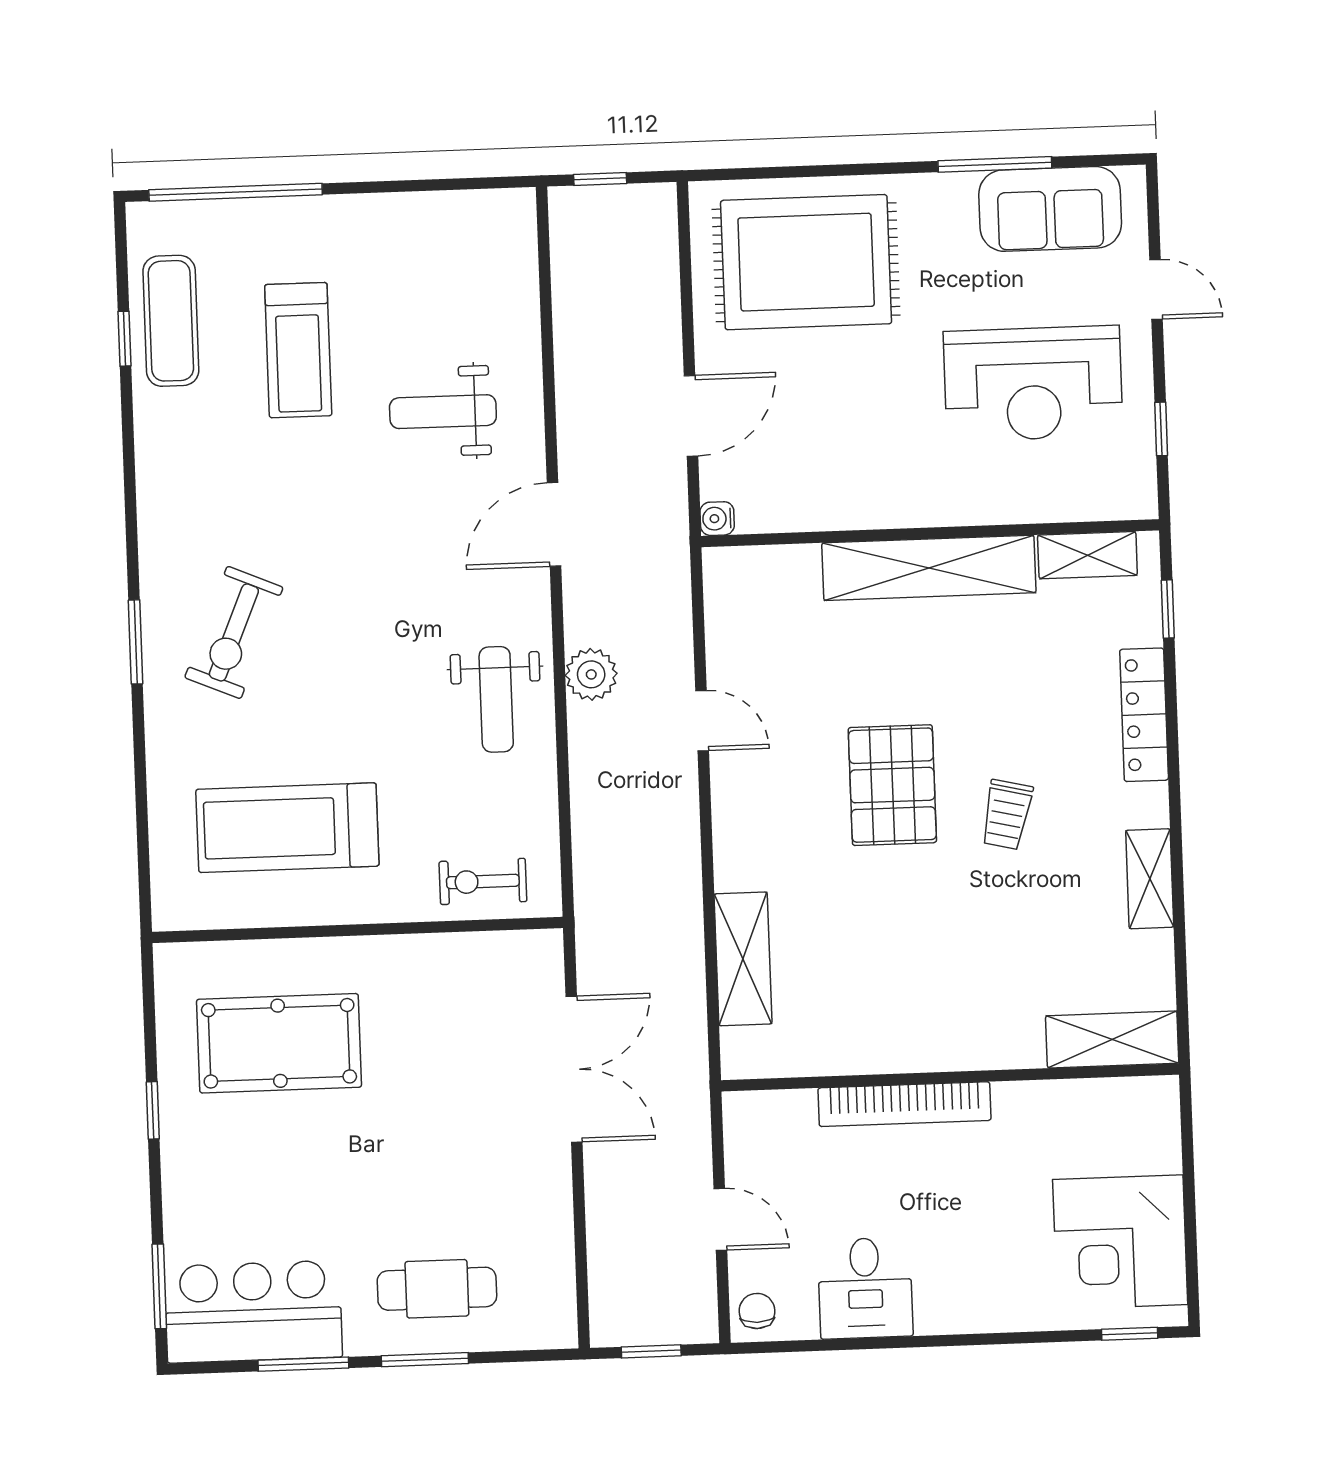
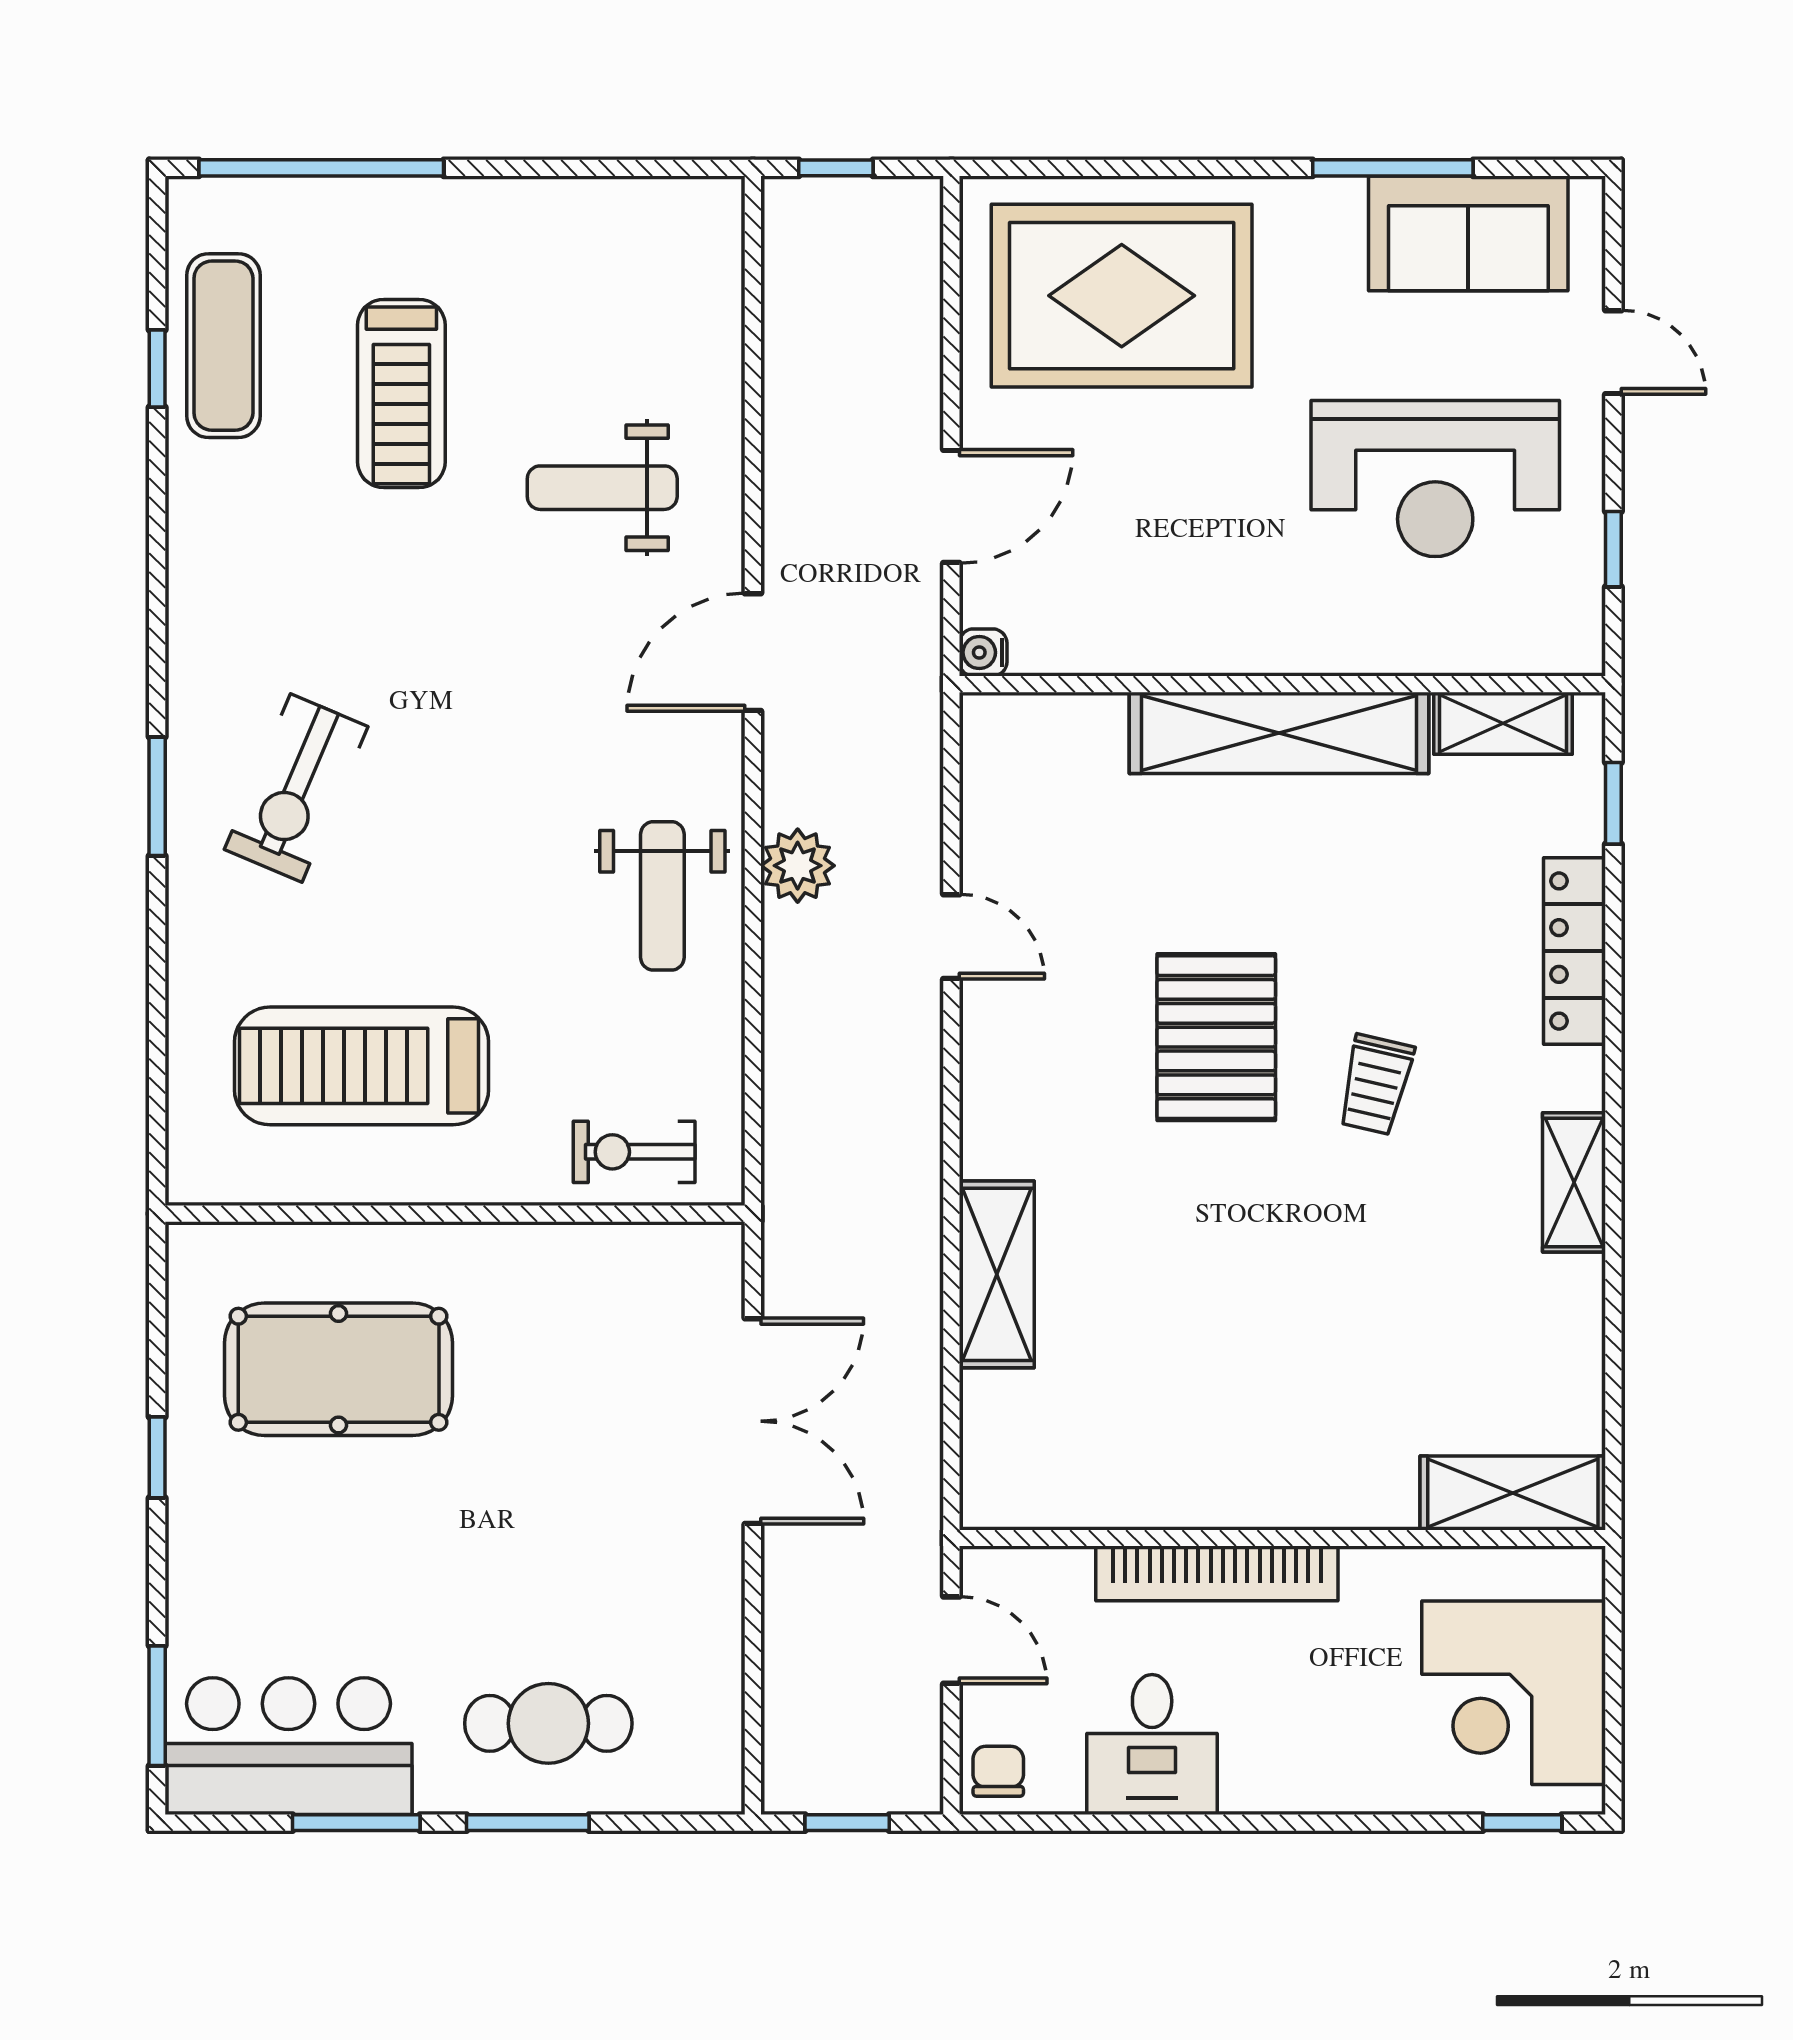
shelving: (1112, 1039) -> (1513, 1493), moved
wall: (950, 1077) -> (1282, 1538), moved
bookcase: (904, 1104) -> (1217, 1573), moved

